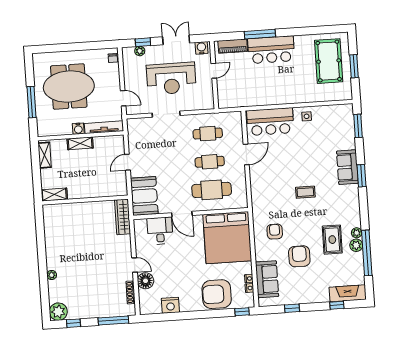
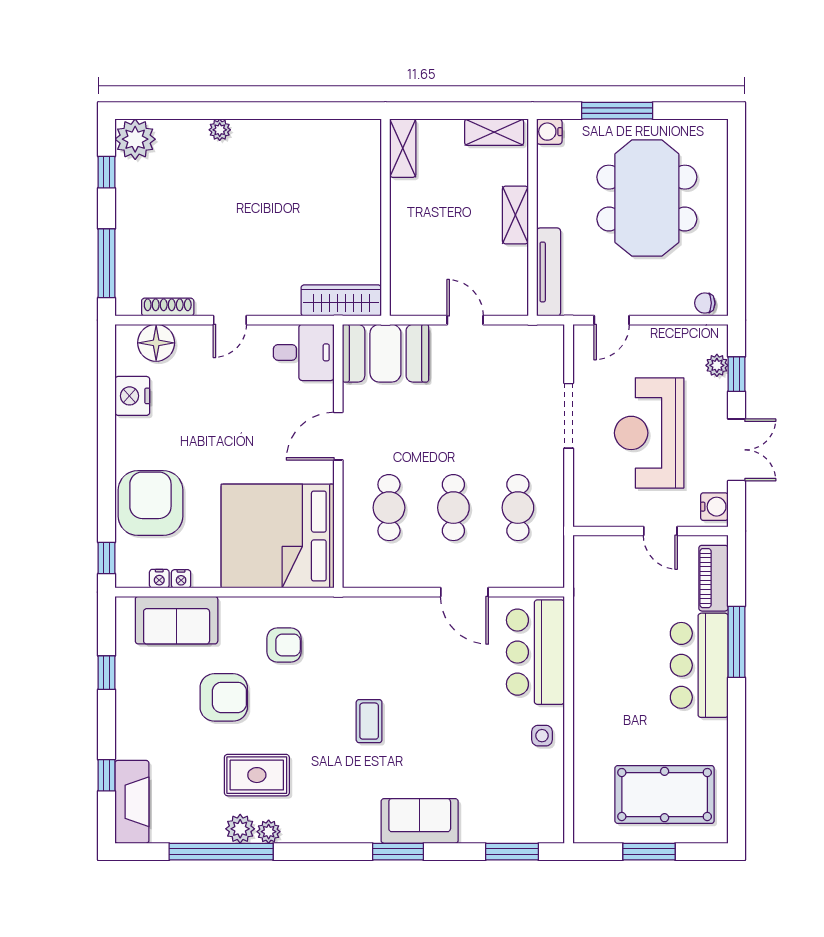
water cooler: (78, 129) -> (549, 132), moved
cafe table: (212, 190) -> (389, 508), width x0.73, depth x0.74
desk: (160, 231) -> (304, 352), moved
floor lamp: (145, 281) -> (156, 343), moved

